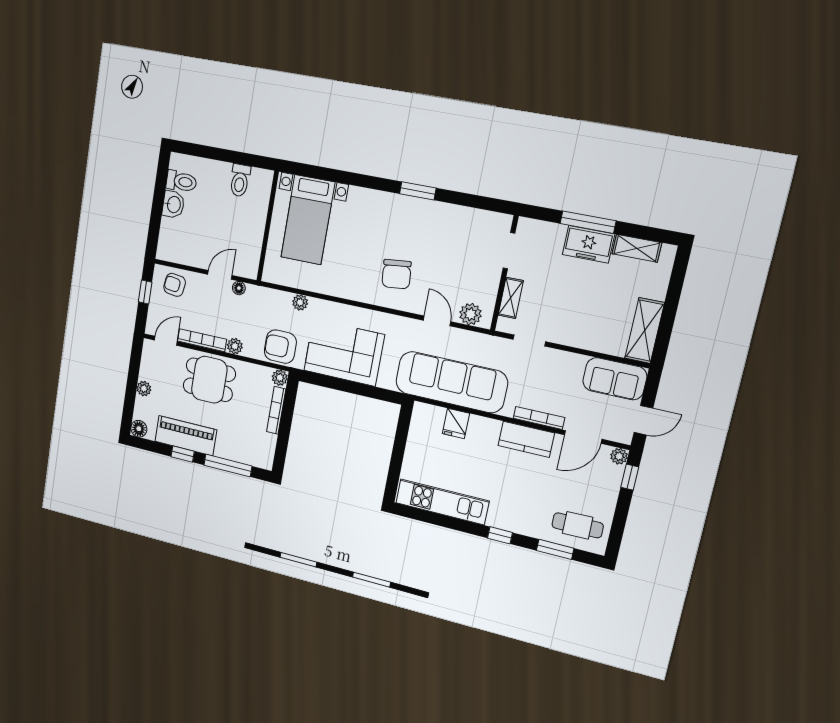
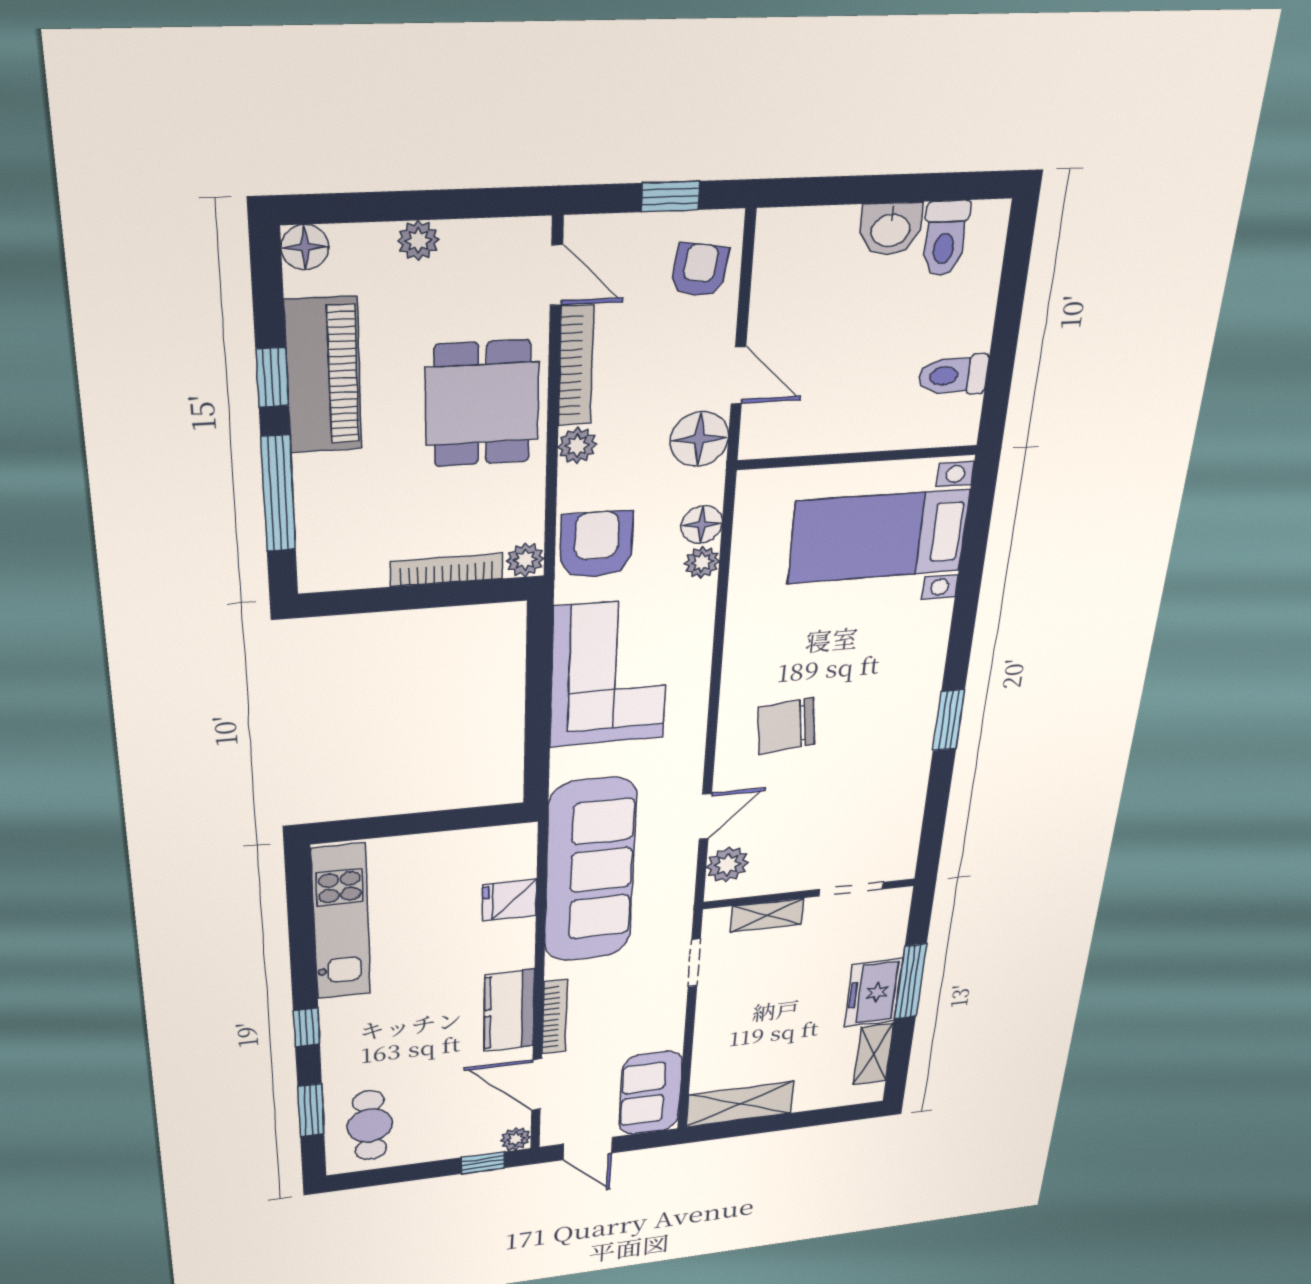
floor lamp: (239, 288) -> (699, 439), width x1.89, depth x1.89
floor lamp: (282, 300) -> (702, 525), added

